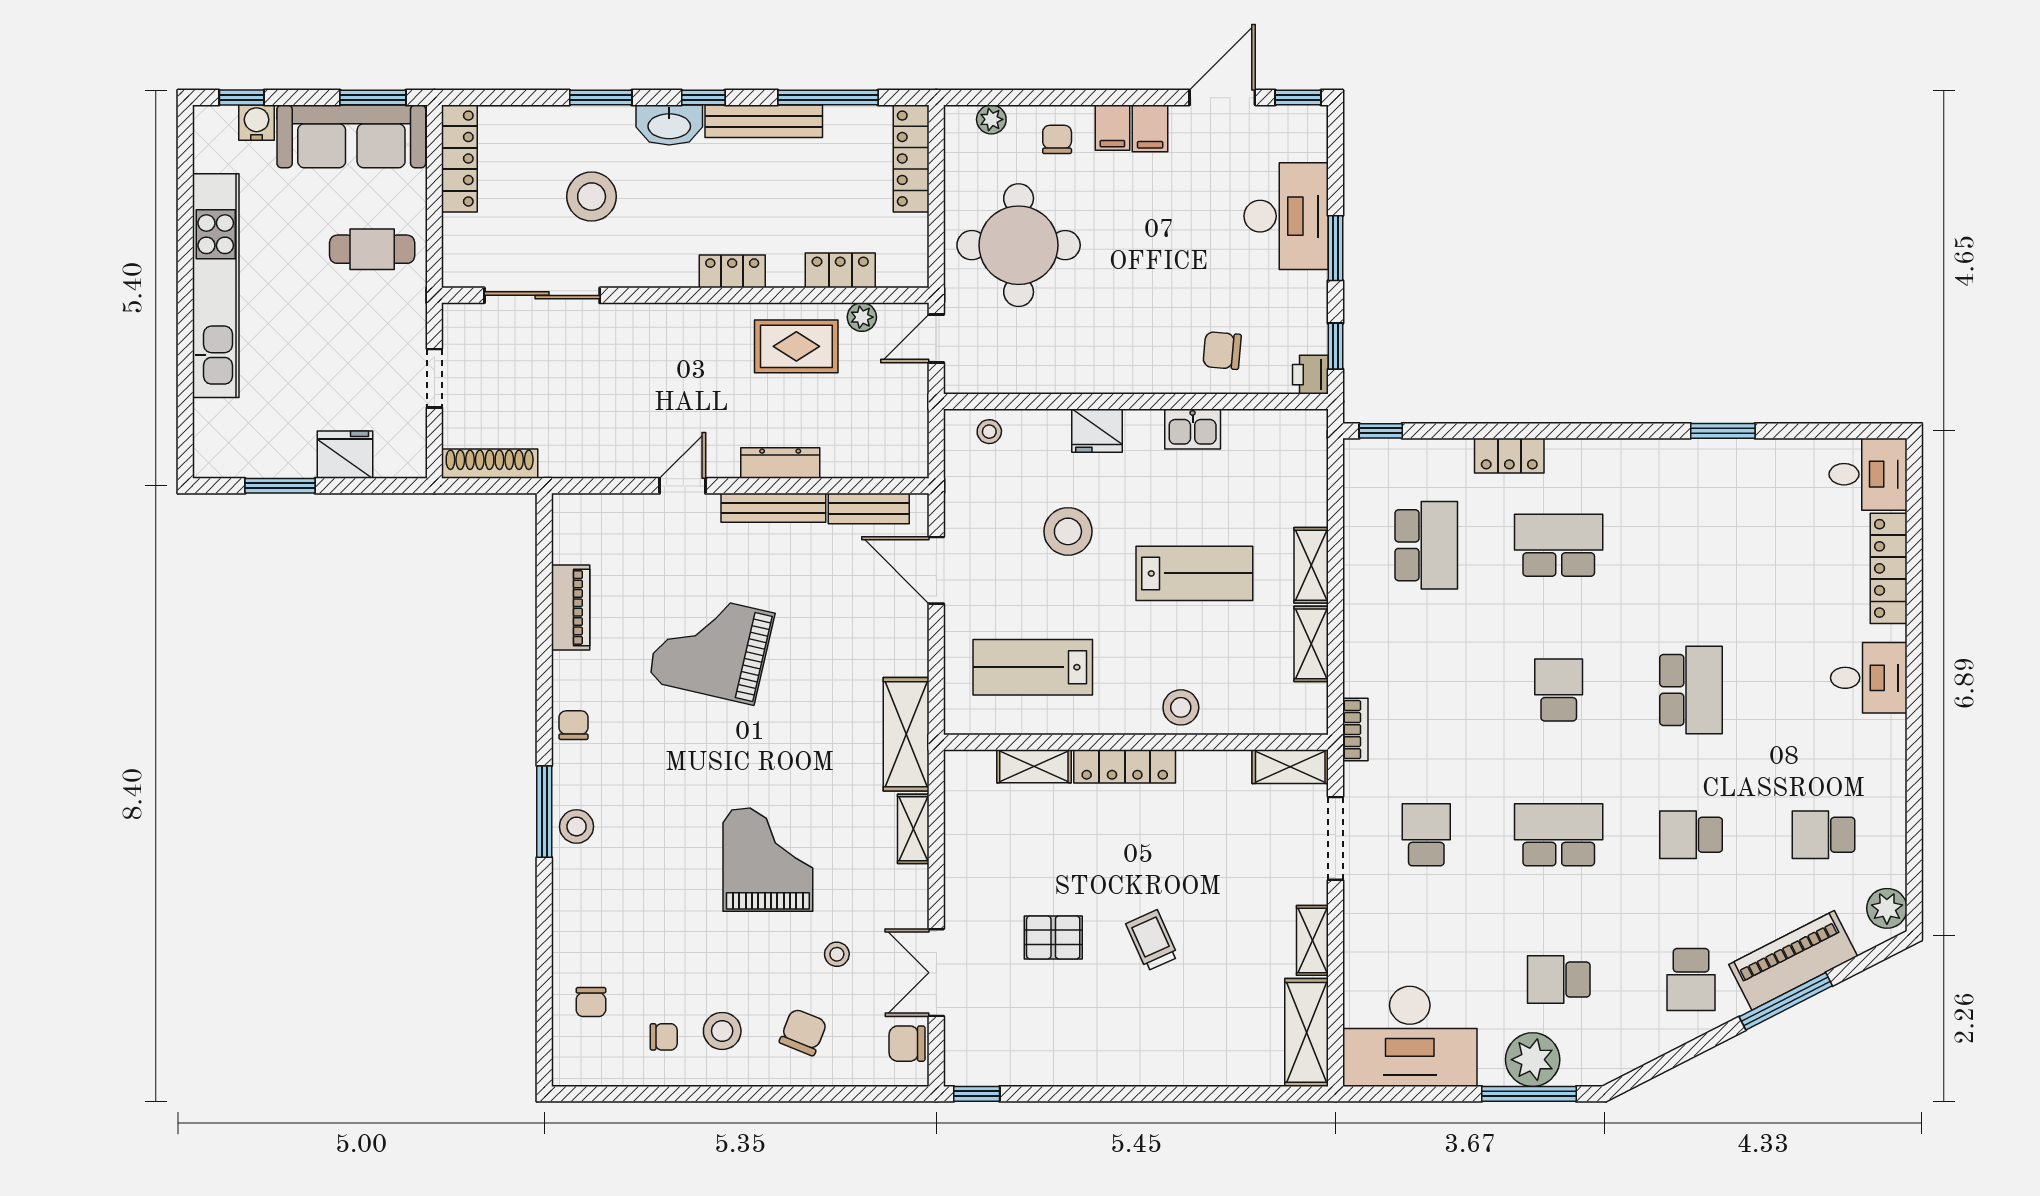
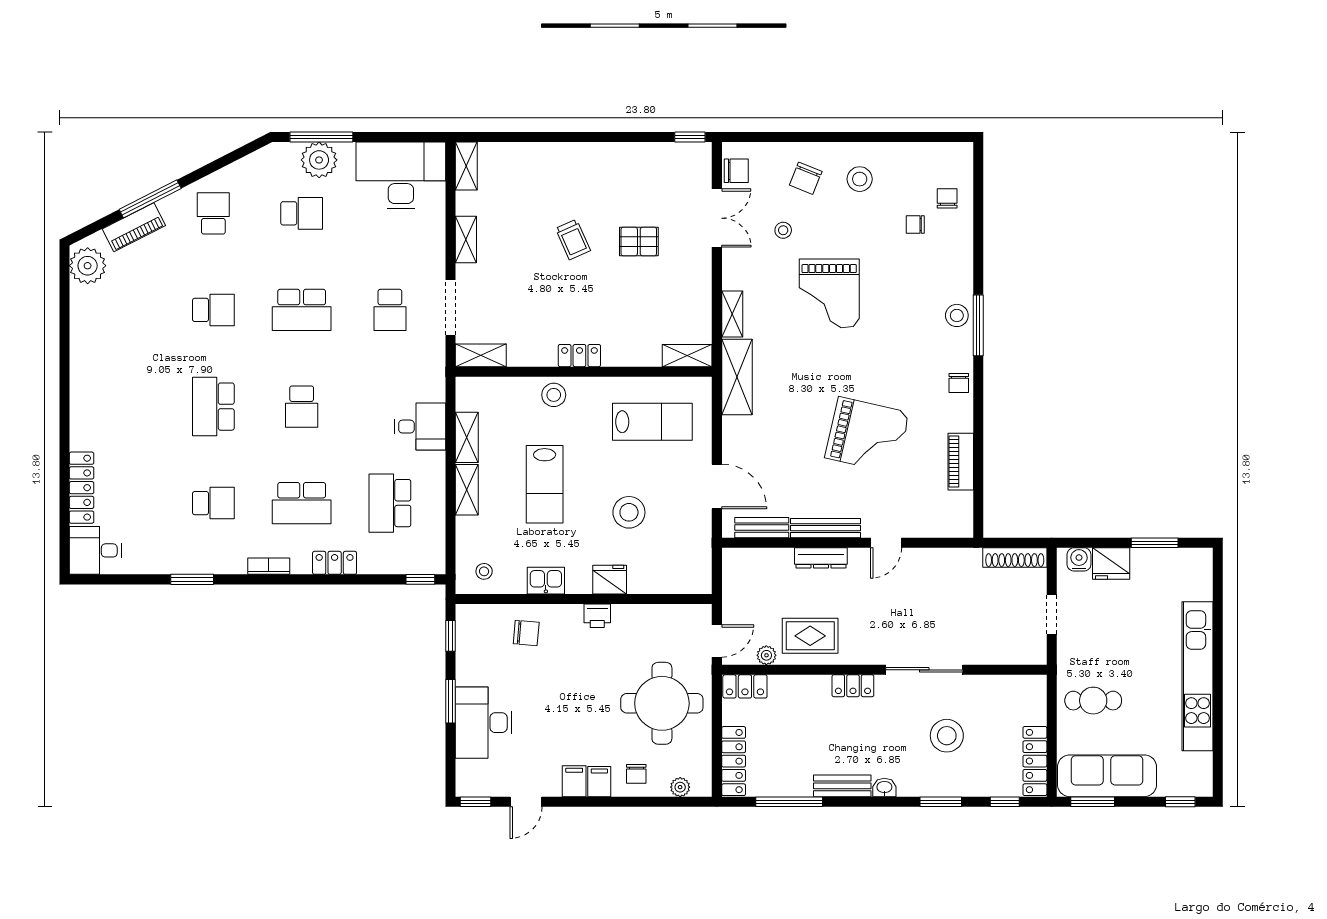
window: (703, 98) -> (1005, 802), moved
door: (1222, 98) -> (526, 802), width x0.73
bench: (764, 121) -> (842, 786), width x0.73
water cooler: (257, 123) -> (1079, 559), moved, turned 180
washbasin: (669, 125) -> (884, 788), width x0.52, depth x0.69
locker: (840, 270) -> (745, 686), moved
sliding door: (542, 295) -> (924, 670), moved
printer: (1310, 375) -> (597, 616), moved, turned 90
stool: (989, 432) -> (484, 571), moved
lab bench: (1194, 573) -> (545, 484), turned -90
desk: (1869, 678) -> (420, 427), moved, turned 180
bookcase: (1355, 730) -> (269, 566), moved, turned 90
shelving: (1034, 766) -> (687, 356), moved
locker: (1125, 766) -> (579, 356), width x0.66
school desk: (1823, 835) -> (213, 503), moved
plant: (1887, 908) -> (88, 266), width x1.36, depth x1.36
piano: (1793, 960) -> (134, 227), width x0.73, depth x0.75
shelving: (1307, 1032) -> (466, 166), width x0.67, depth x0.75
chair: (664, 1037) -> (915, 225), moved

